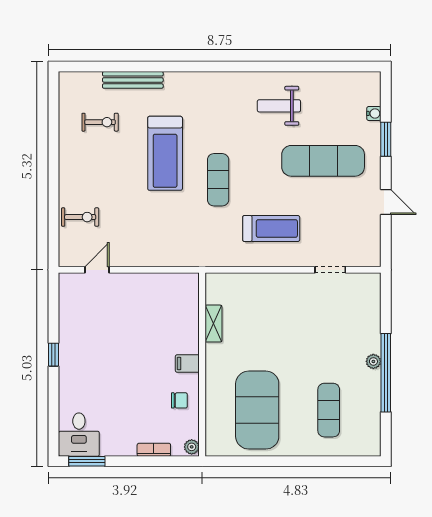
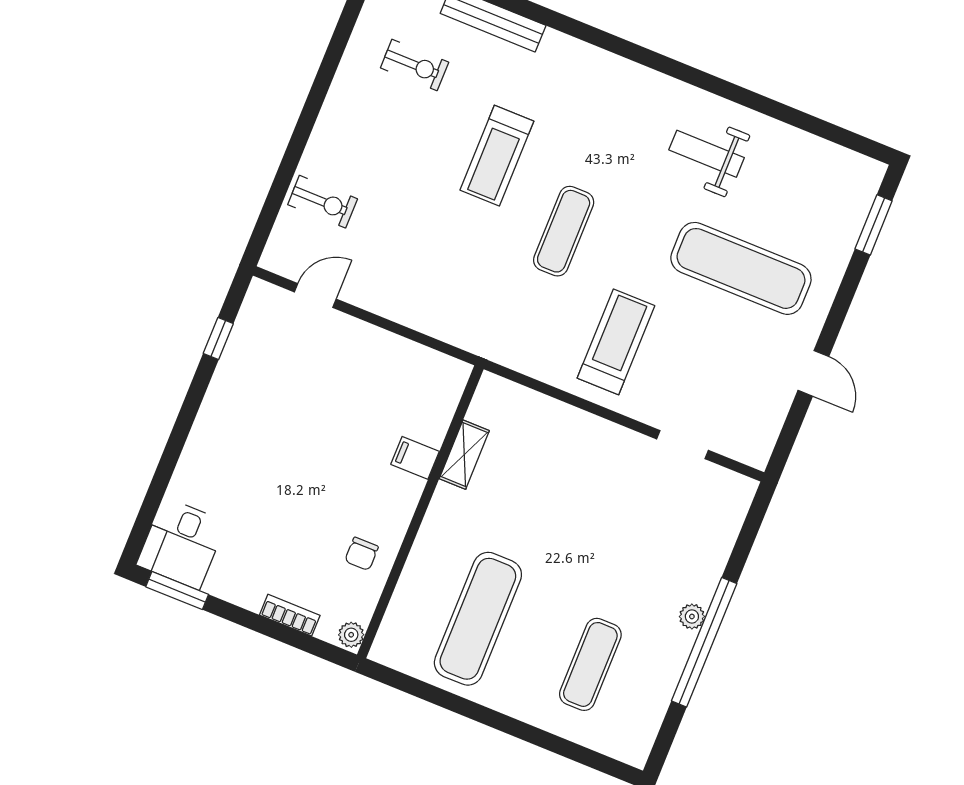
water cooler: (374, 113) -> (851, 226), removed
window: (386, 139) -> (874, 225), moved
treadmill: (165, 153) -> (497, 156), width x0.73, depth x0.73
treadmill: (271, 229) -> (616, 342), turned -90
window: (54, 355) -> (218, 338), moved
filing cabinet: (187, 363) -> (415, 458), moved
chair: (179, 400) -> (362, 554), turned 90
exercise mat: (257, 410) -> (478, 619), width x0.68

